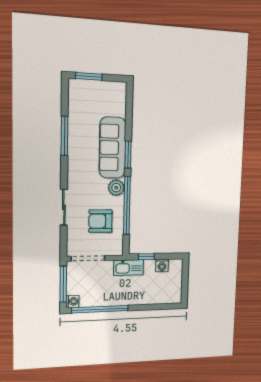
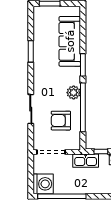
window: (64, 136) -> (31, 51), width x0.69
sofa: (113, 148) -> (70, 41), moved
window: (63, 284) -> (31, 173), removed
washing machine: (72, 301) -> (43, 184), width x1.89, depth x1.89

